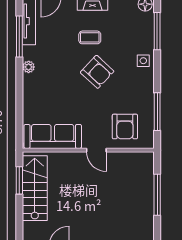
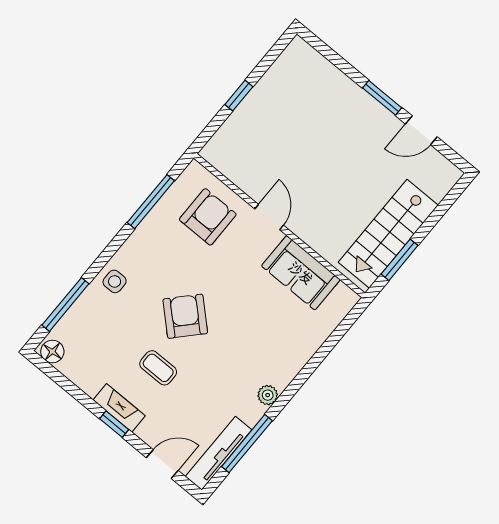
sofa: (53, 136) -> (301, 273), width x0.73
window: (157, 195) -> (239, 96), width x0.46

